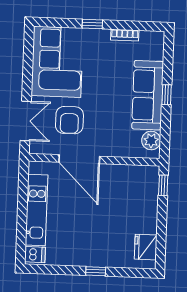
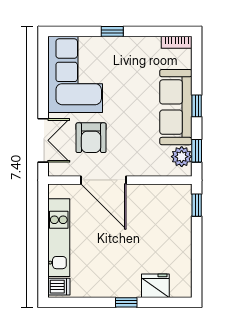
bookcase: (125, 35) -> (177, 42), moved
window: (165, 136) -> (197, 151), added
fridge: (146, 247) -> (155, 286), moved, turned 90

